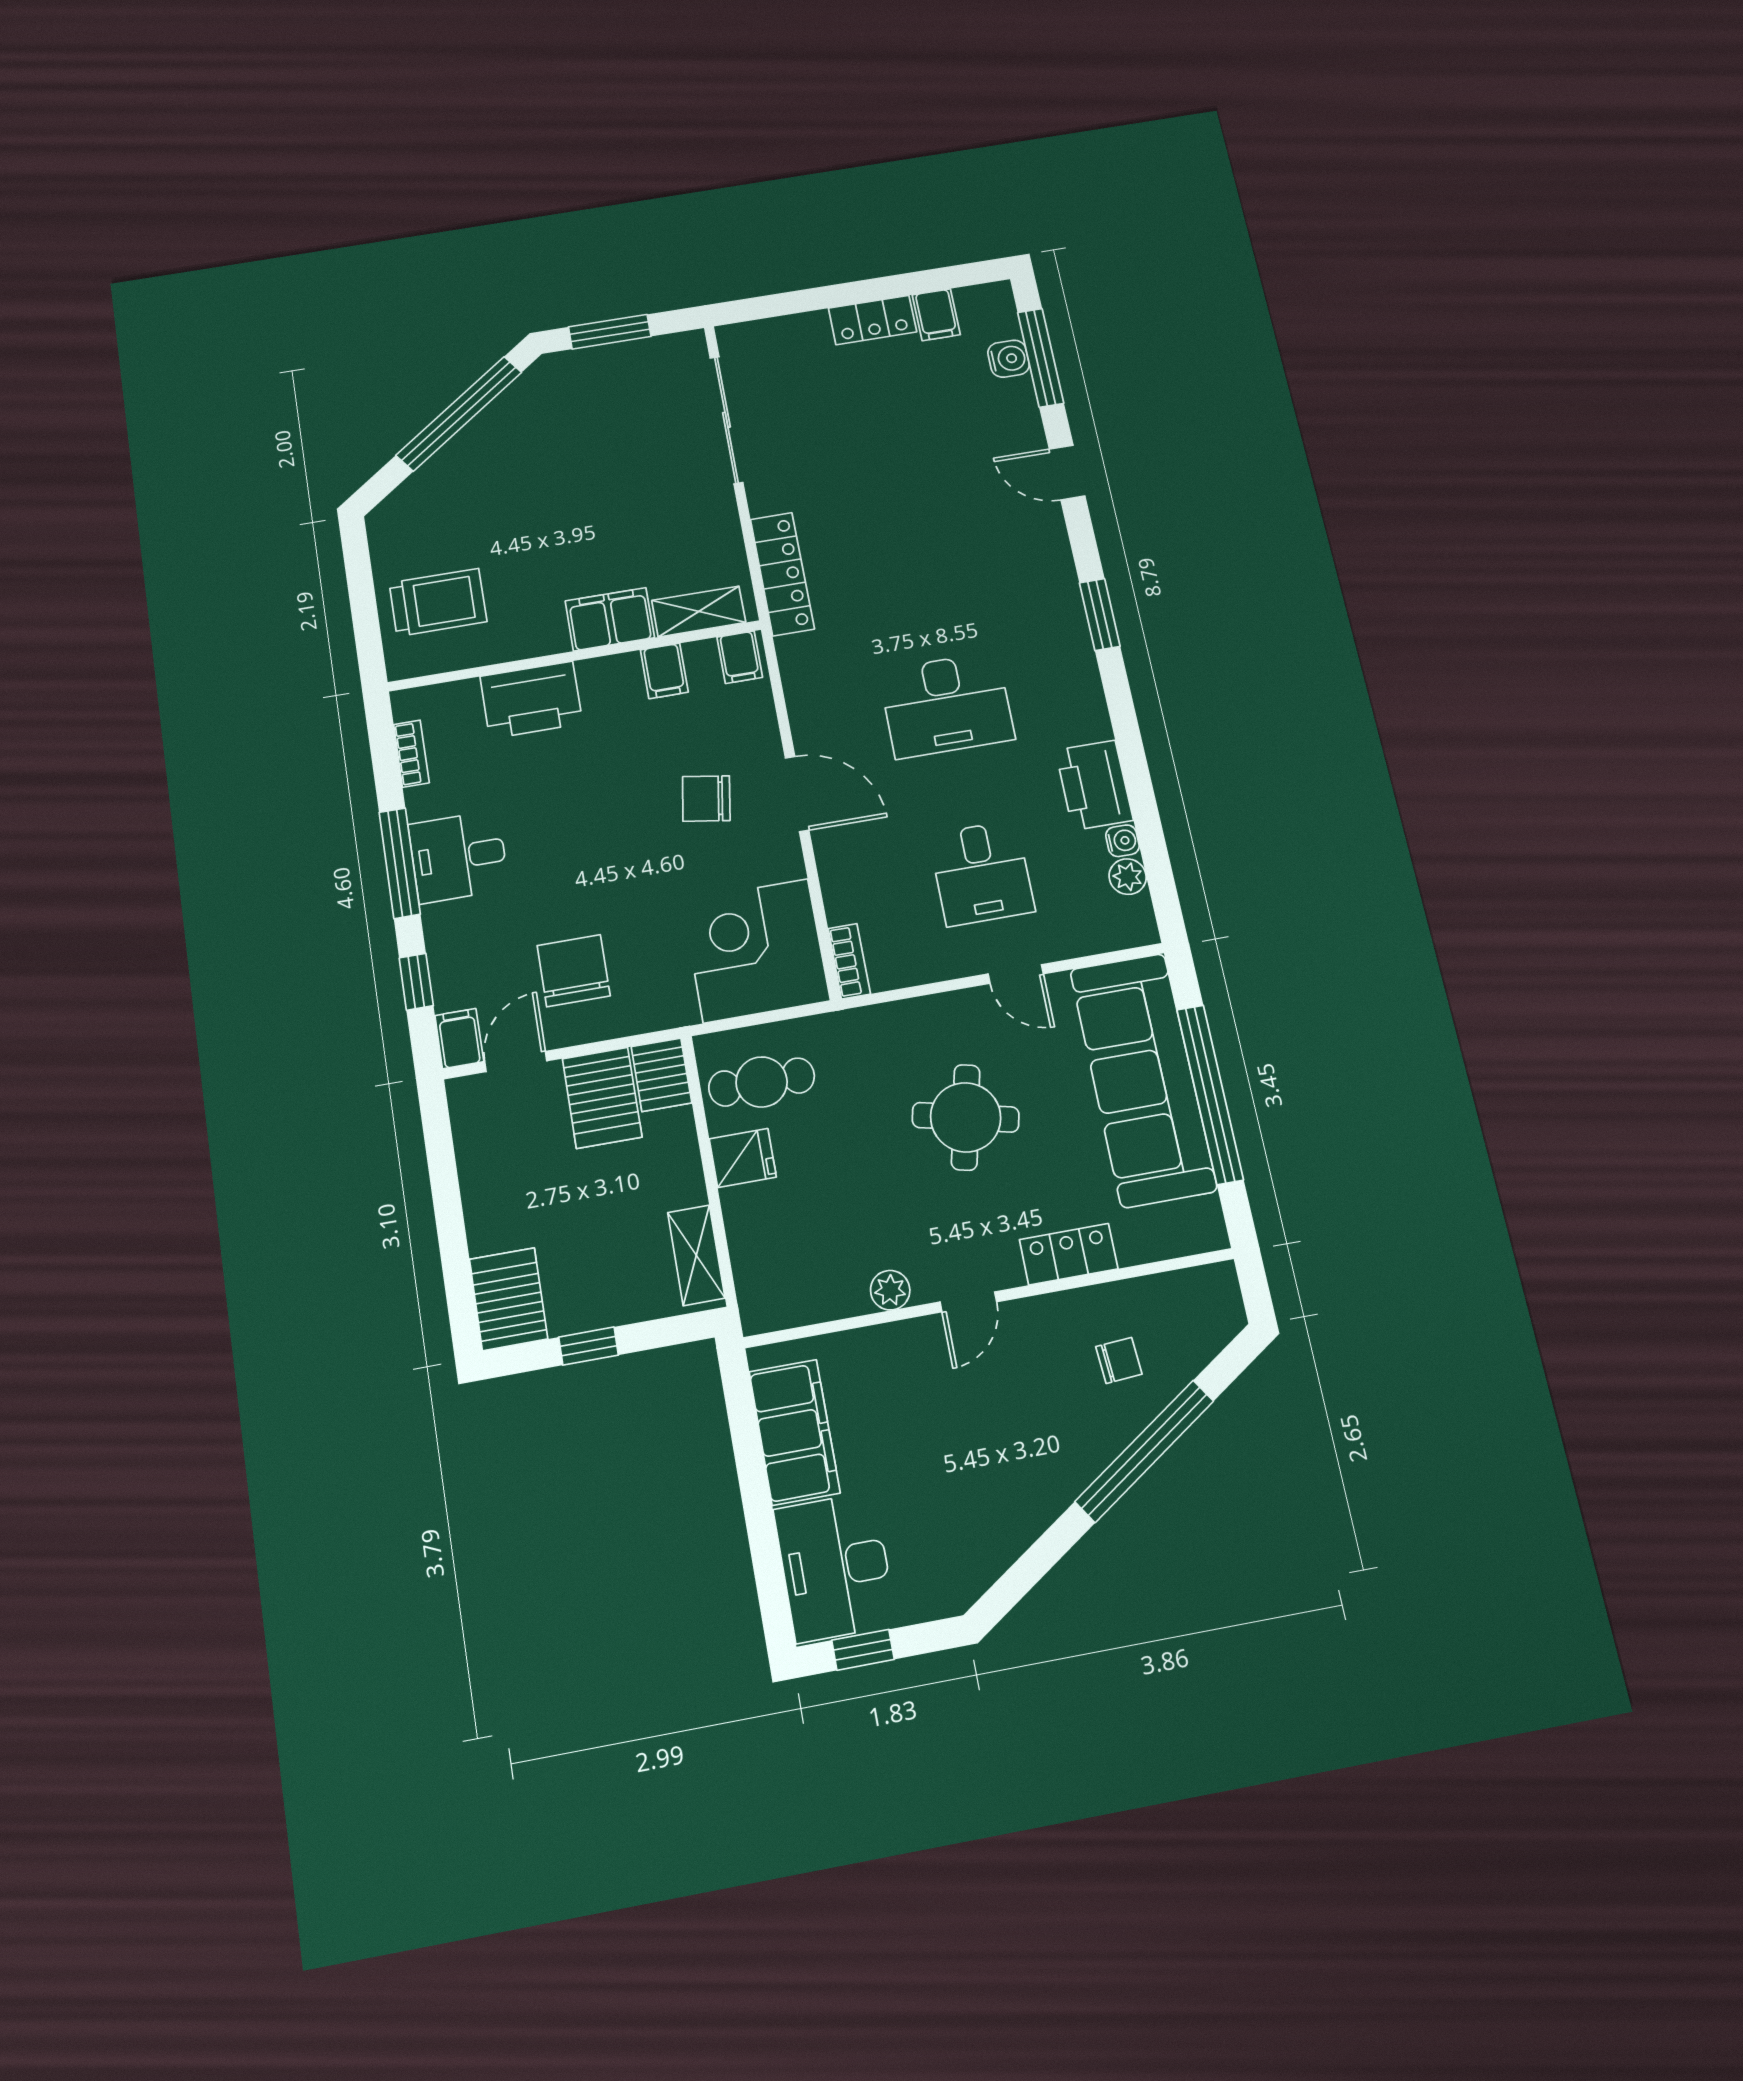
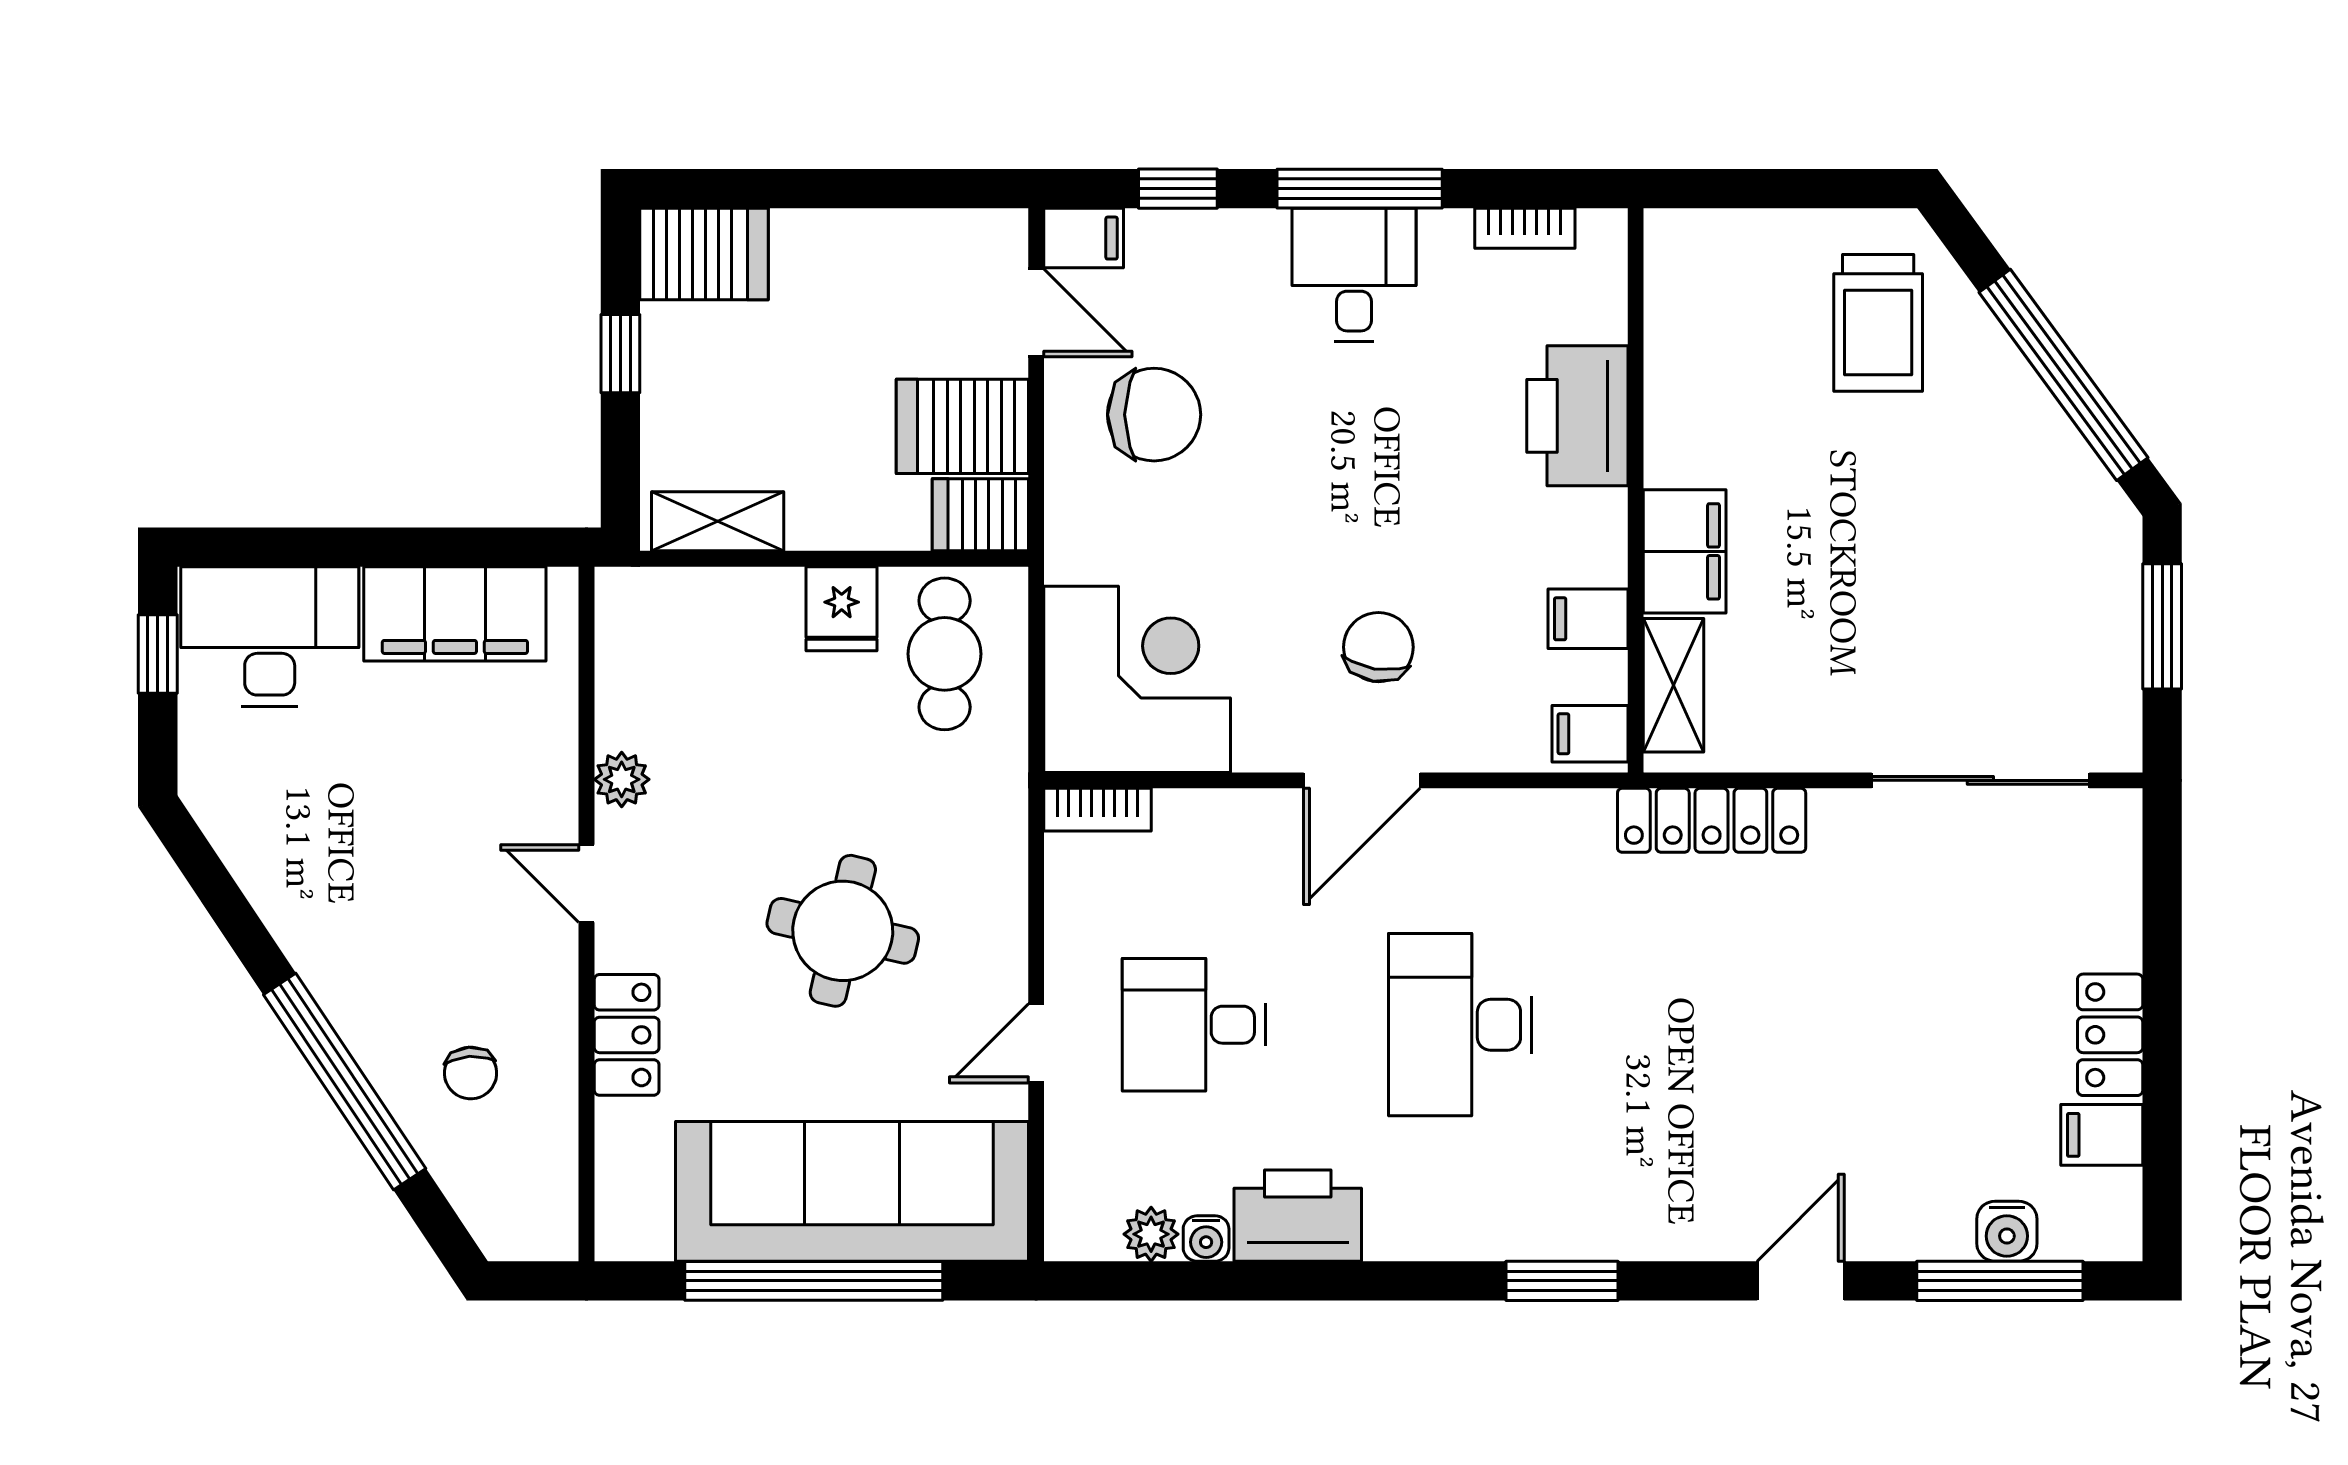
trolley: (438, 602) -> (1878, 323), moved

